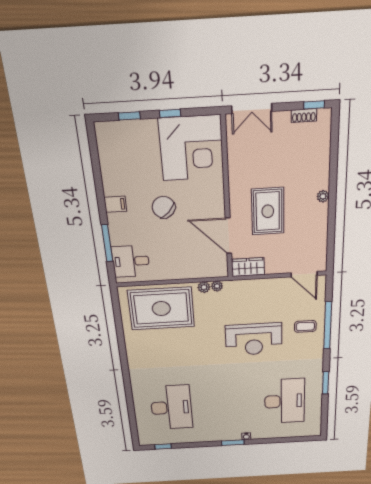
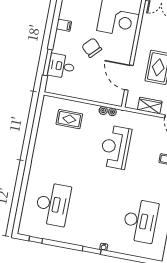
filing cabinet: (115, 204) -> (64, 25), moved
desk: (131, 261) -> (62, 66), moved
wardrobe: (248, 267) -> (150, 106), moved
rug: (161, 309) -> (69, 119), width x0.54, depth x0.49
reception desk: (254, 339) -> (115, 147), moved, turned 90

